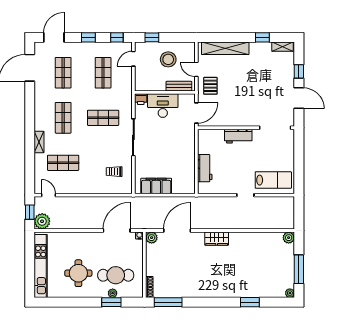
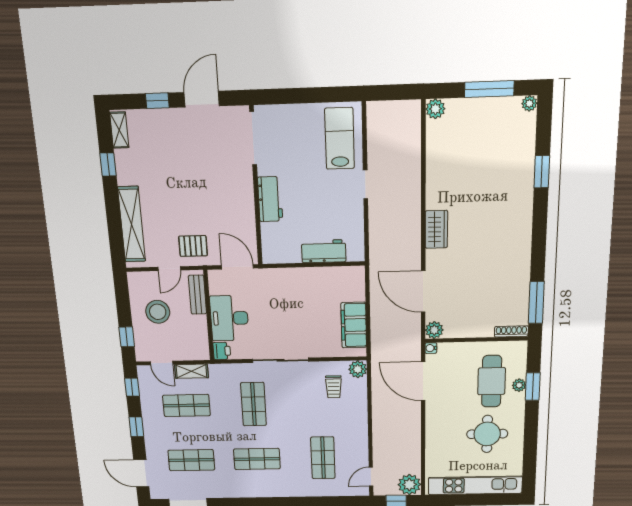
shelving: (39, 142) -> (191, 371), moved
plant: (126, 188) -> (358, 369), added

